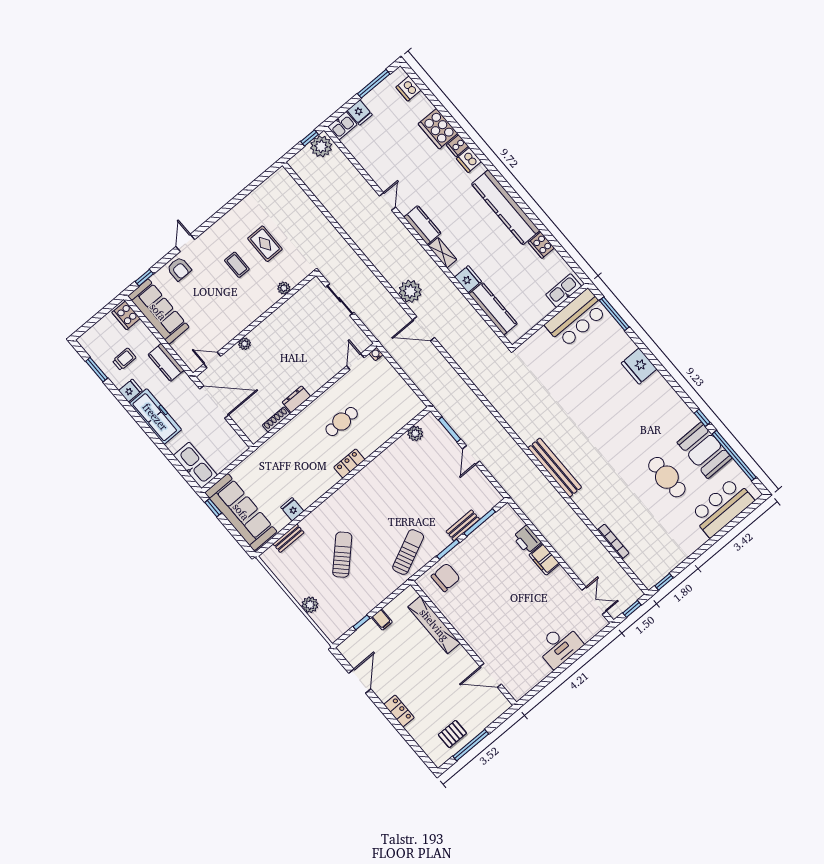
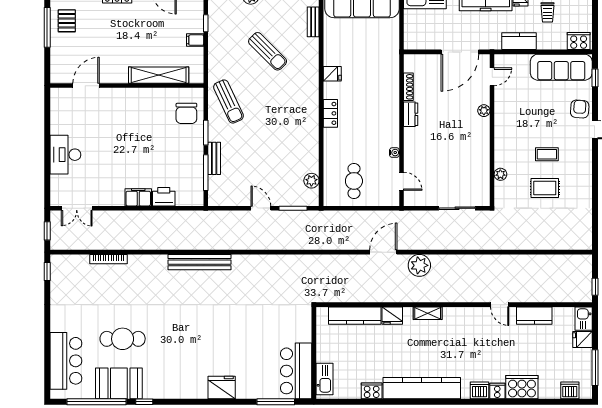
plant: (321, 146) -> (582, 290), removed
kitchen counter: (422, 225) -> (534, 316), moved
armchair: (179, 269) -> (580, 109), turned 94
water cooler: (376, 354) -> (394, 153), moved
cafe table: (342, 422) -> (354, 181), moved
fridge: (292, 509) -> (332, 74), moved

